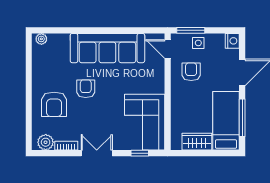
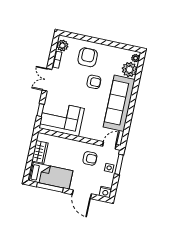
plant: (59, 44) -> (130, 70), added
armchair: (54, 104) -> (88, 57), turned 90
double door: (97, 153) -> (47, 80), swing flipped

